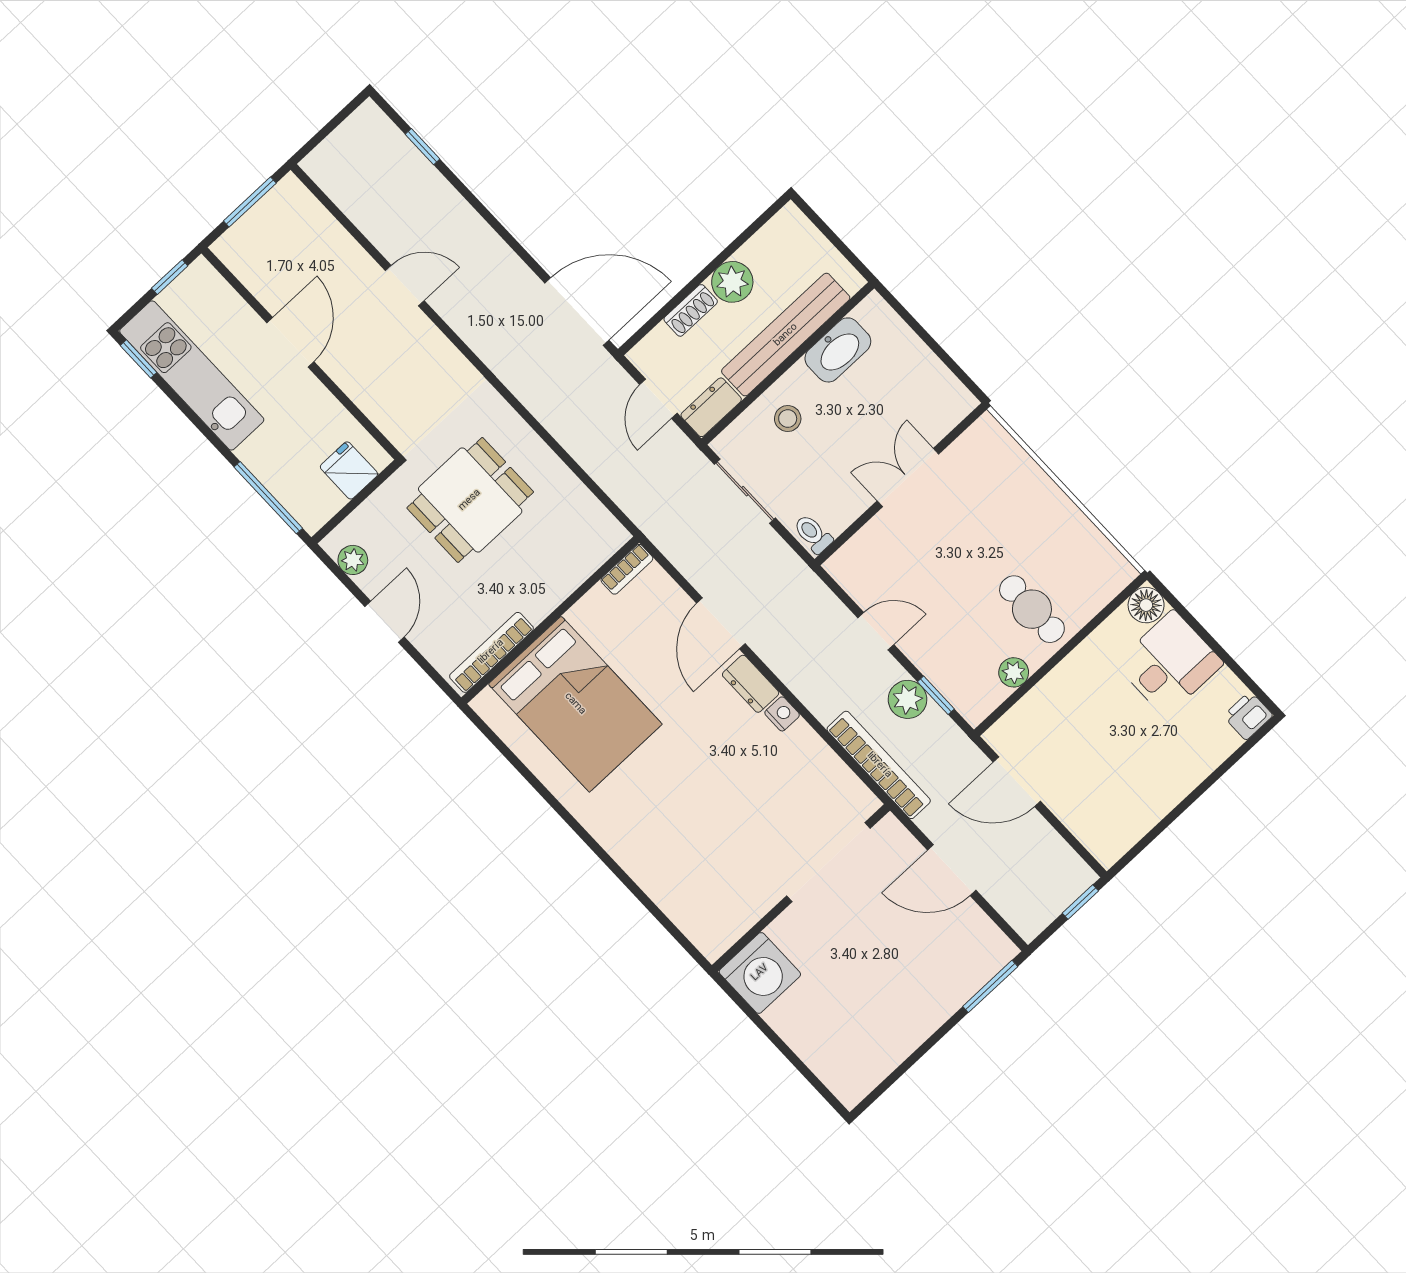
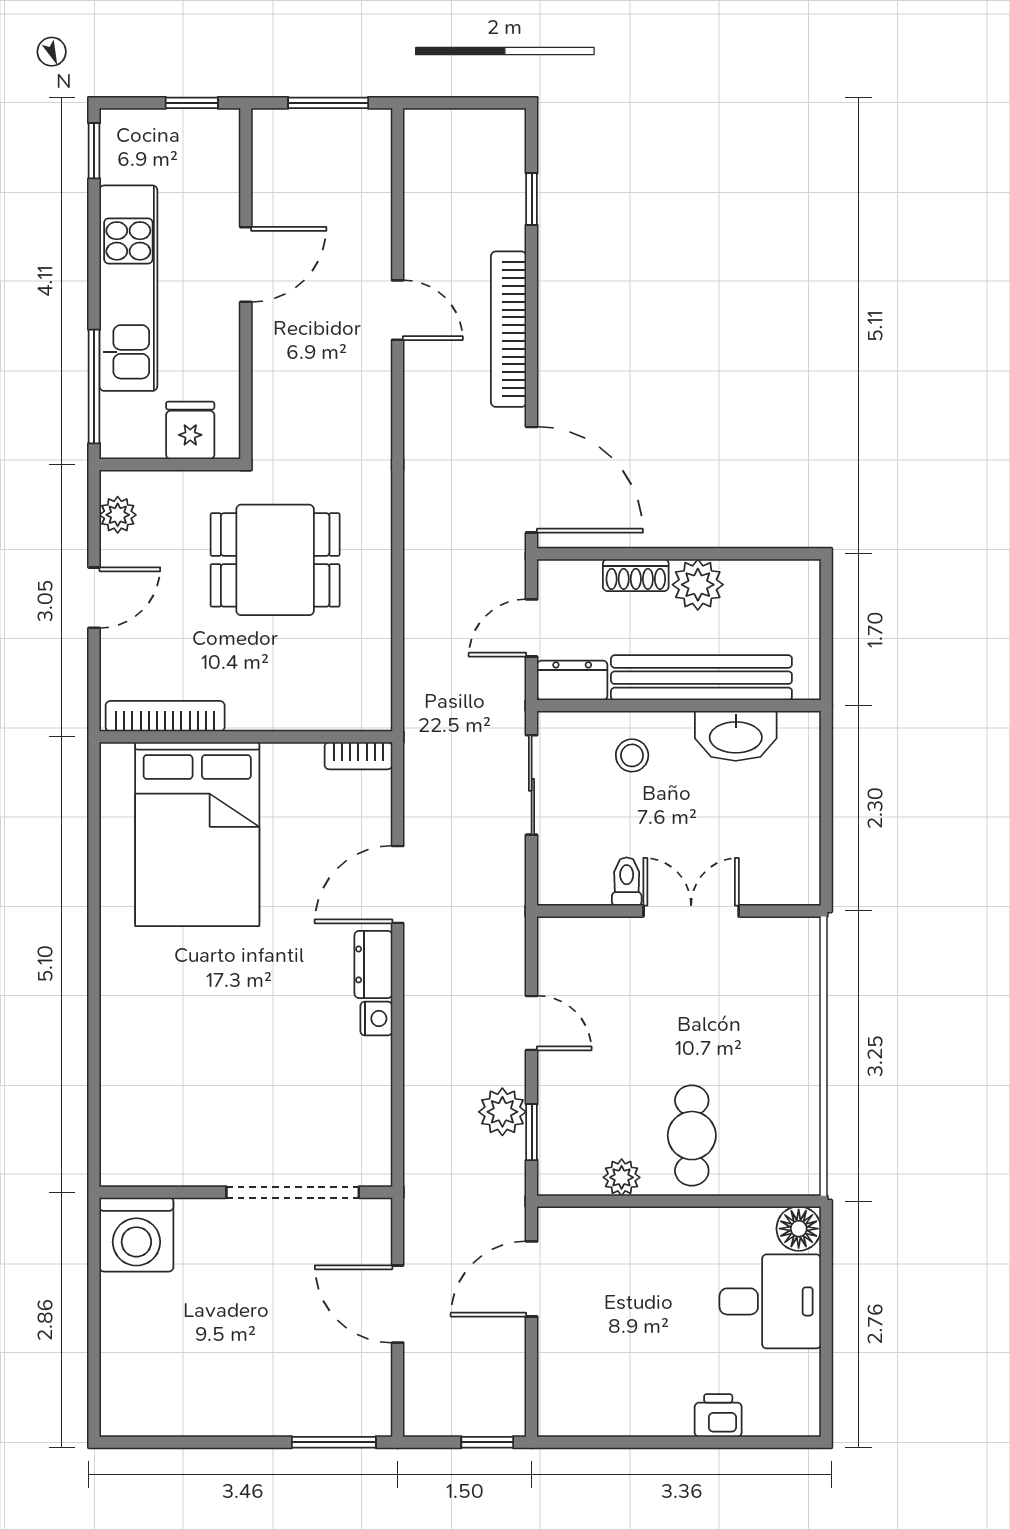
kitchen unit: (192, 375) -> (128, 288), moved
toilet: (813, 534) -> (627, 881), moved
printer: (1248, 716) -> (718, 1415), moved
bookcase: (879, 765) -> (509, 329), moved, turned 180
door: (1017, 782) -> (532, 1279), hinge flipped

